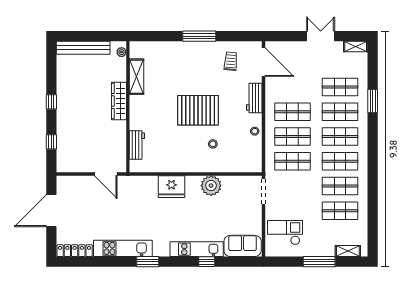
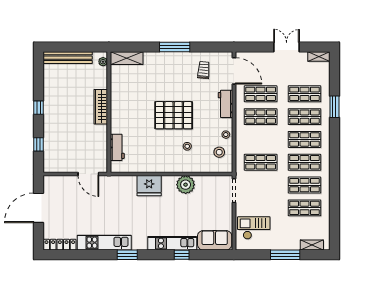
shelving: (136, 77) -> (127, 58), moved, turned 90
shop shelf: (292, 136) -> (261, 94), moved
stool: (248, 150) -> (219, 152), added

